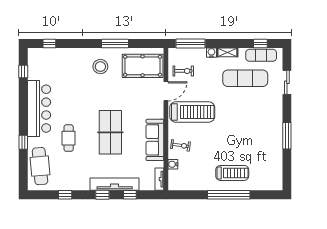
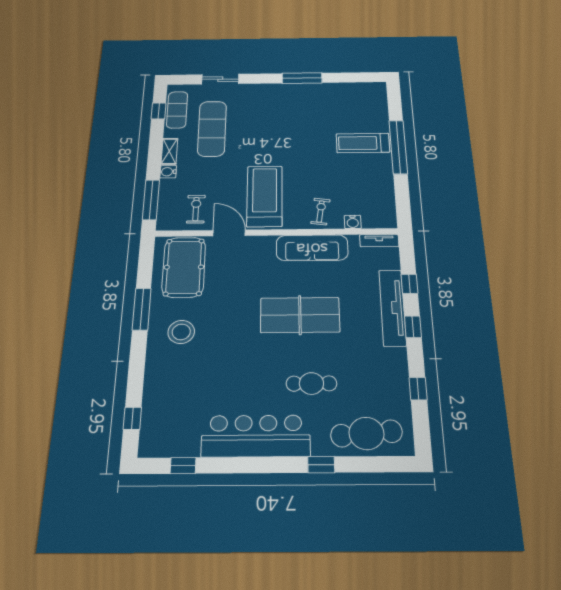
treadmill: (232, 173) -> (363, 143), turned -90

